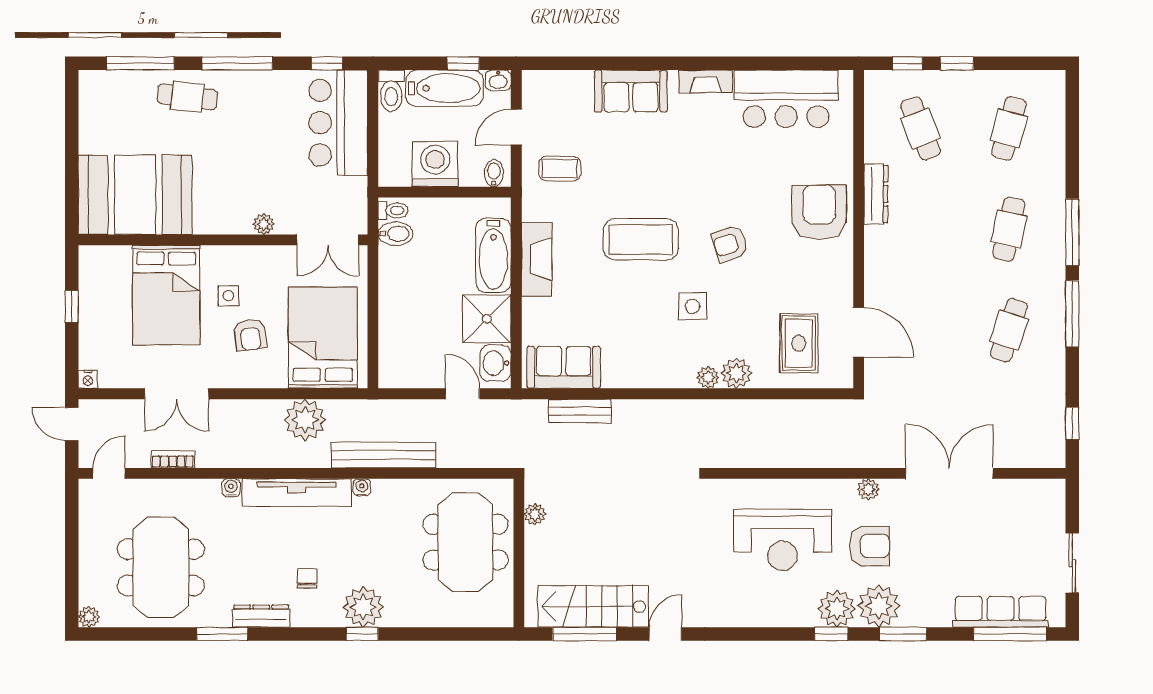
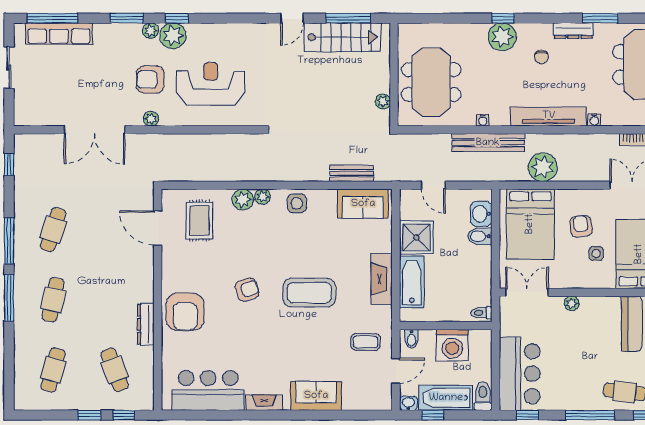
bidet: (396, 234) -> (480, 236), moved
side table: (692, 306) -> (297, 203), moved
washbasin: (496, 363) -> (481, 214), moved, turned 180
water cooler: (362, 487) -> (483, 120), moved
plant: (879, 606) -> (151, 31), width x0.53, depth x0.53

